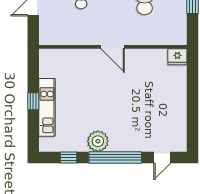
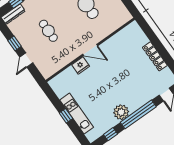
fridge: (177, 57) -> (81, 65), moved
locker: (180, 106) -> (155, 56), added

